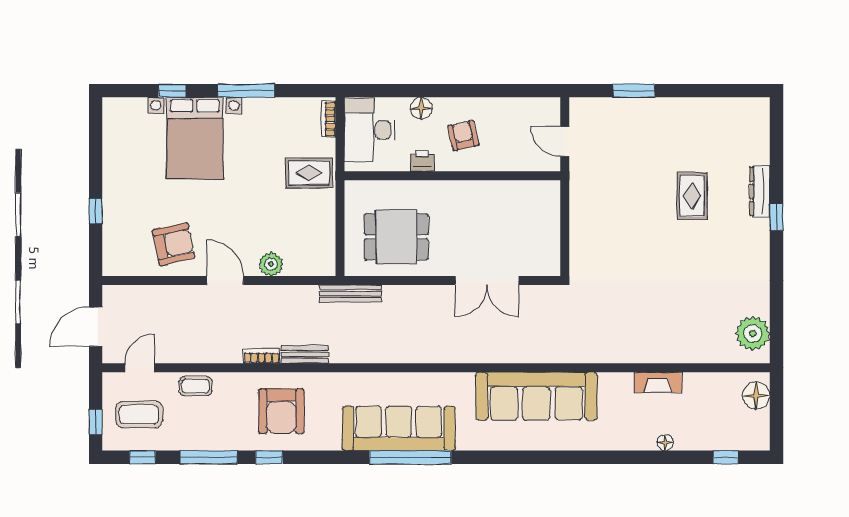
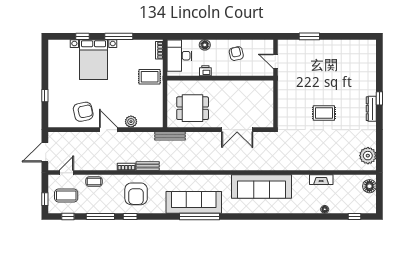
armchair: (463, 136) -> (236, 54), moved
dresser: (760, 191) -> (371, 109), moved
rug: (692, 196) -> (324, 113), moved, turned 90

